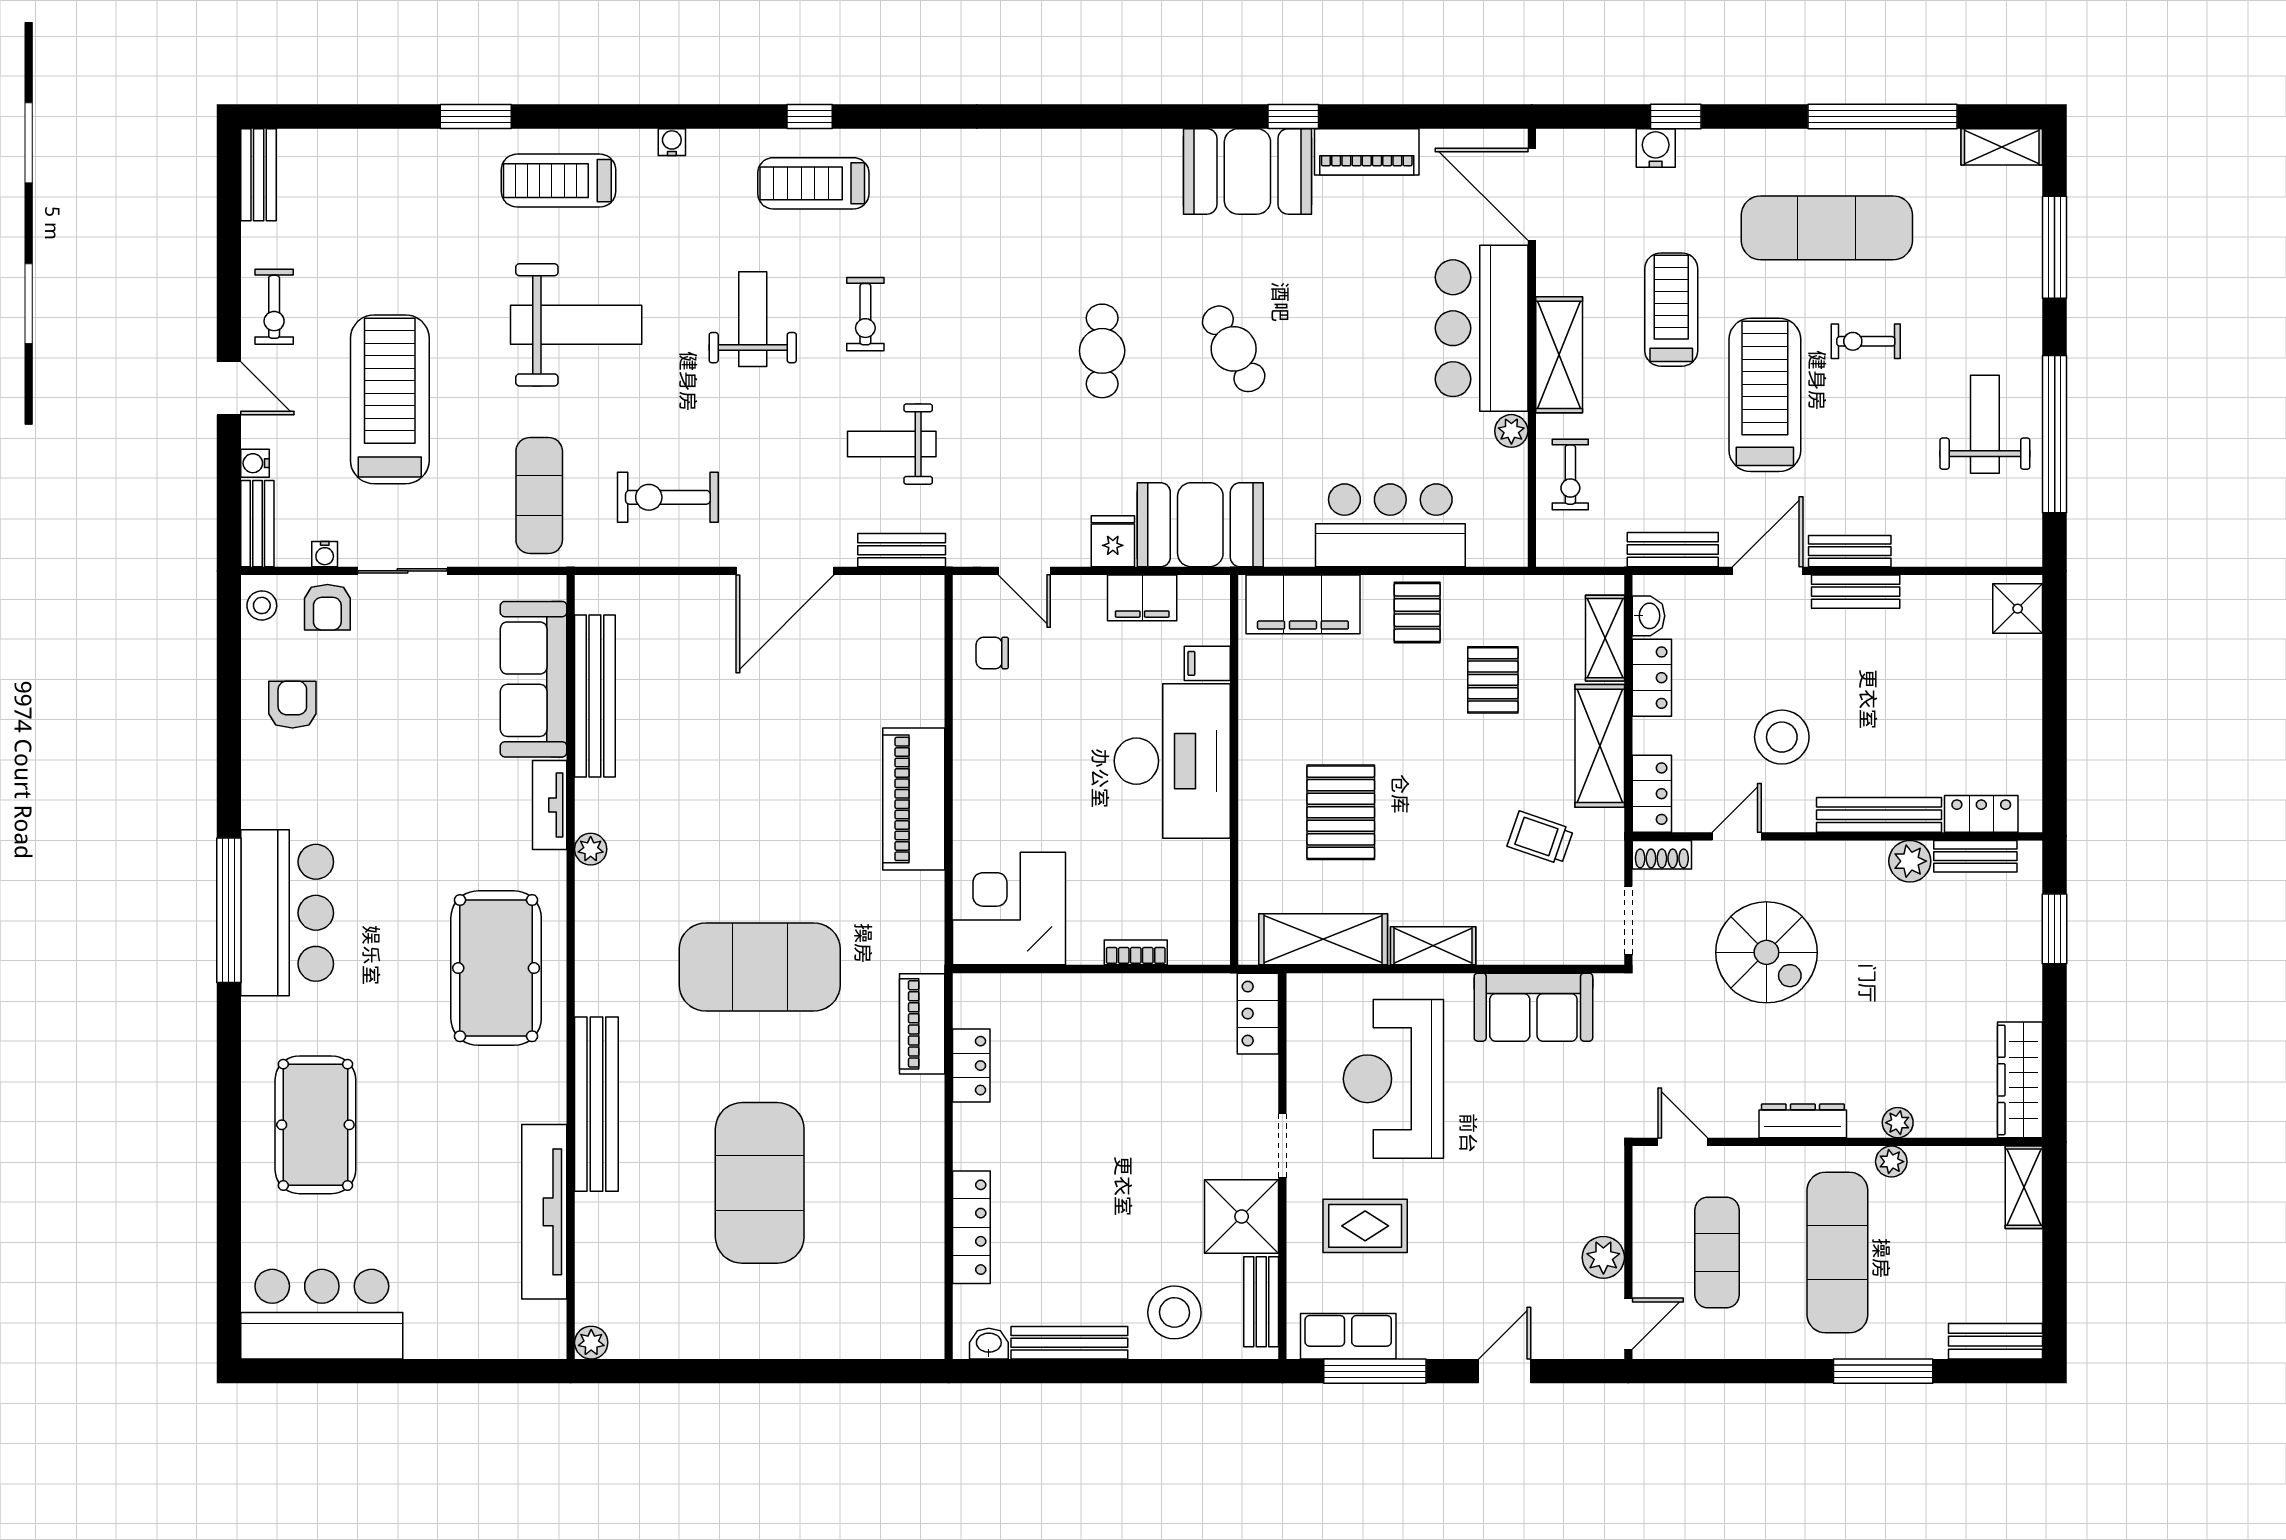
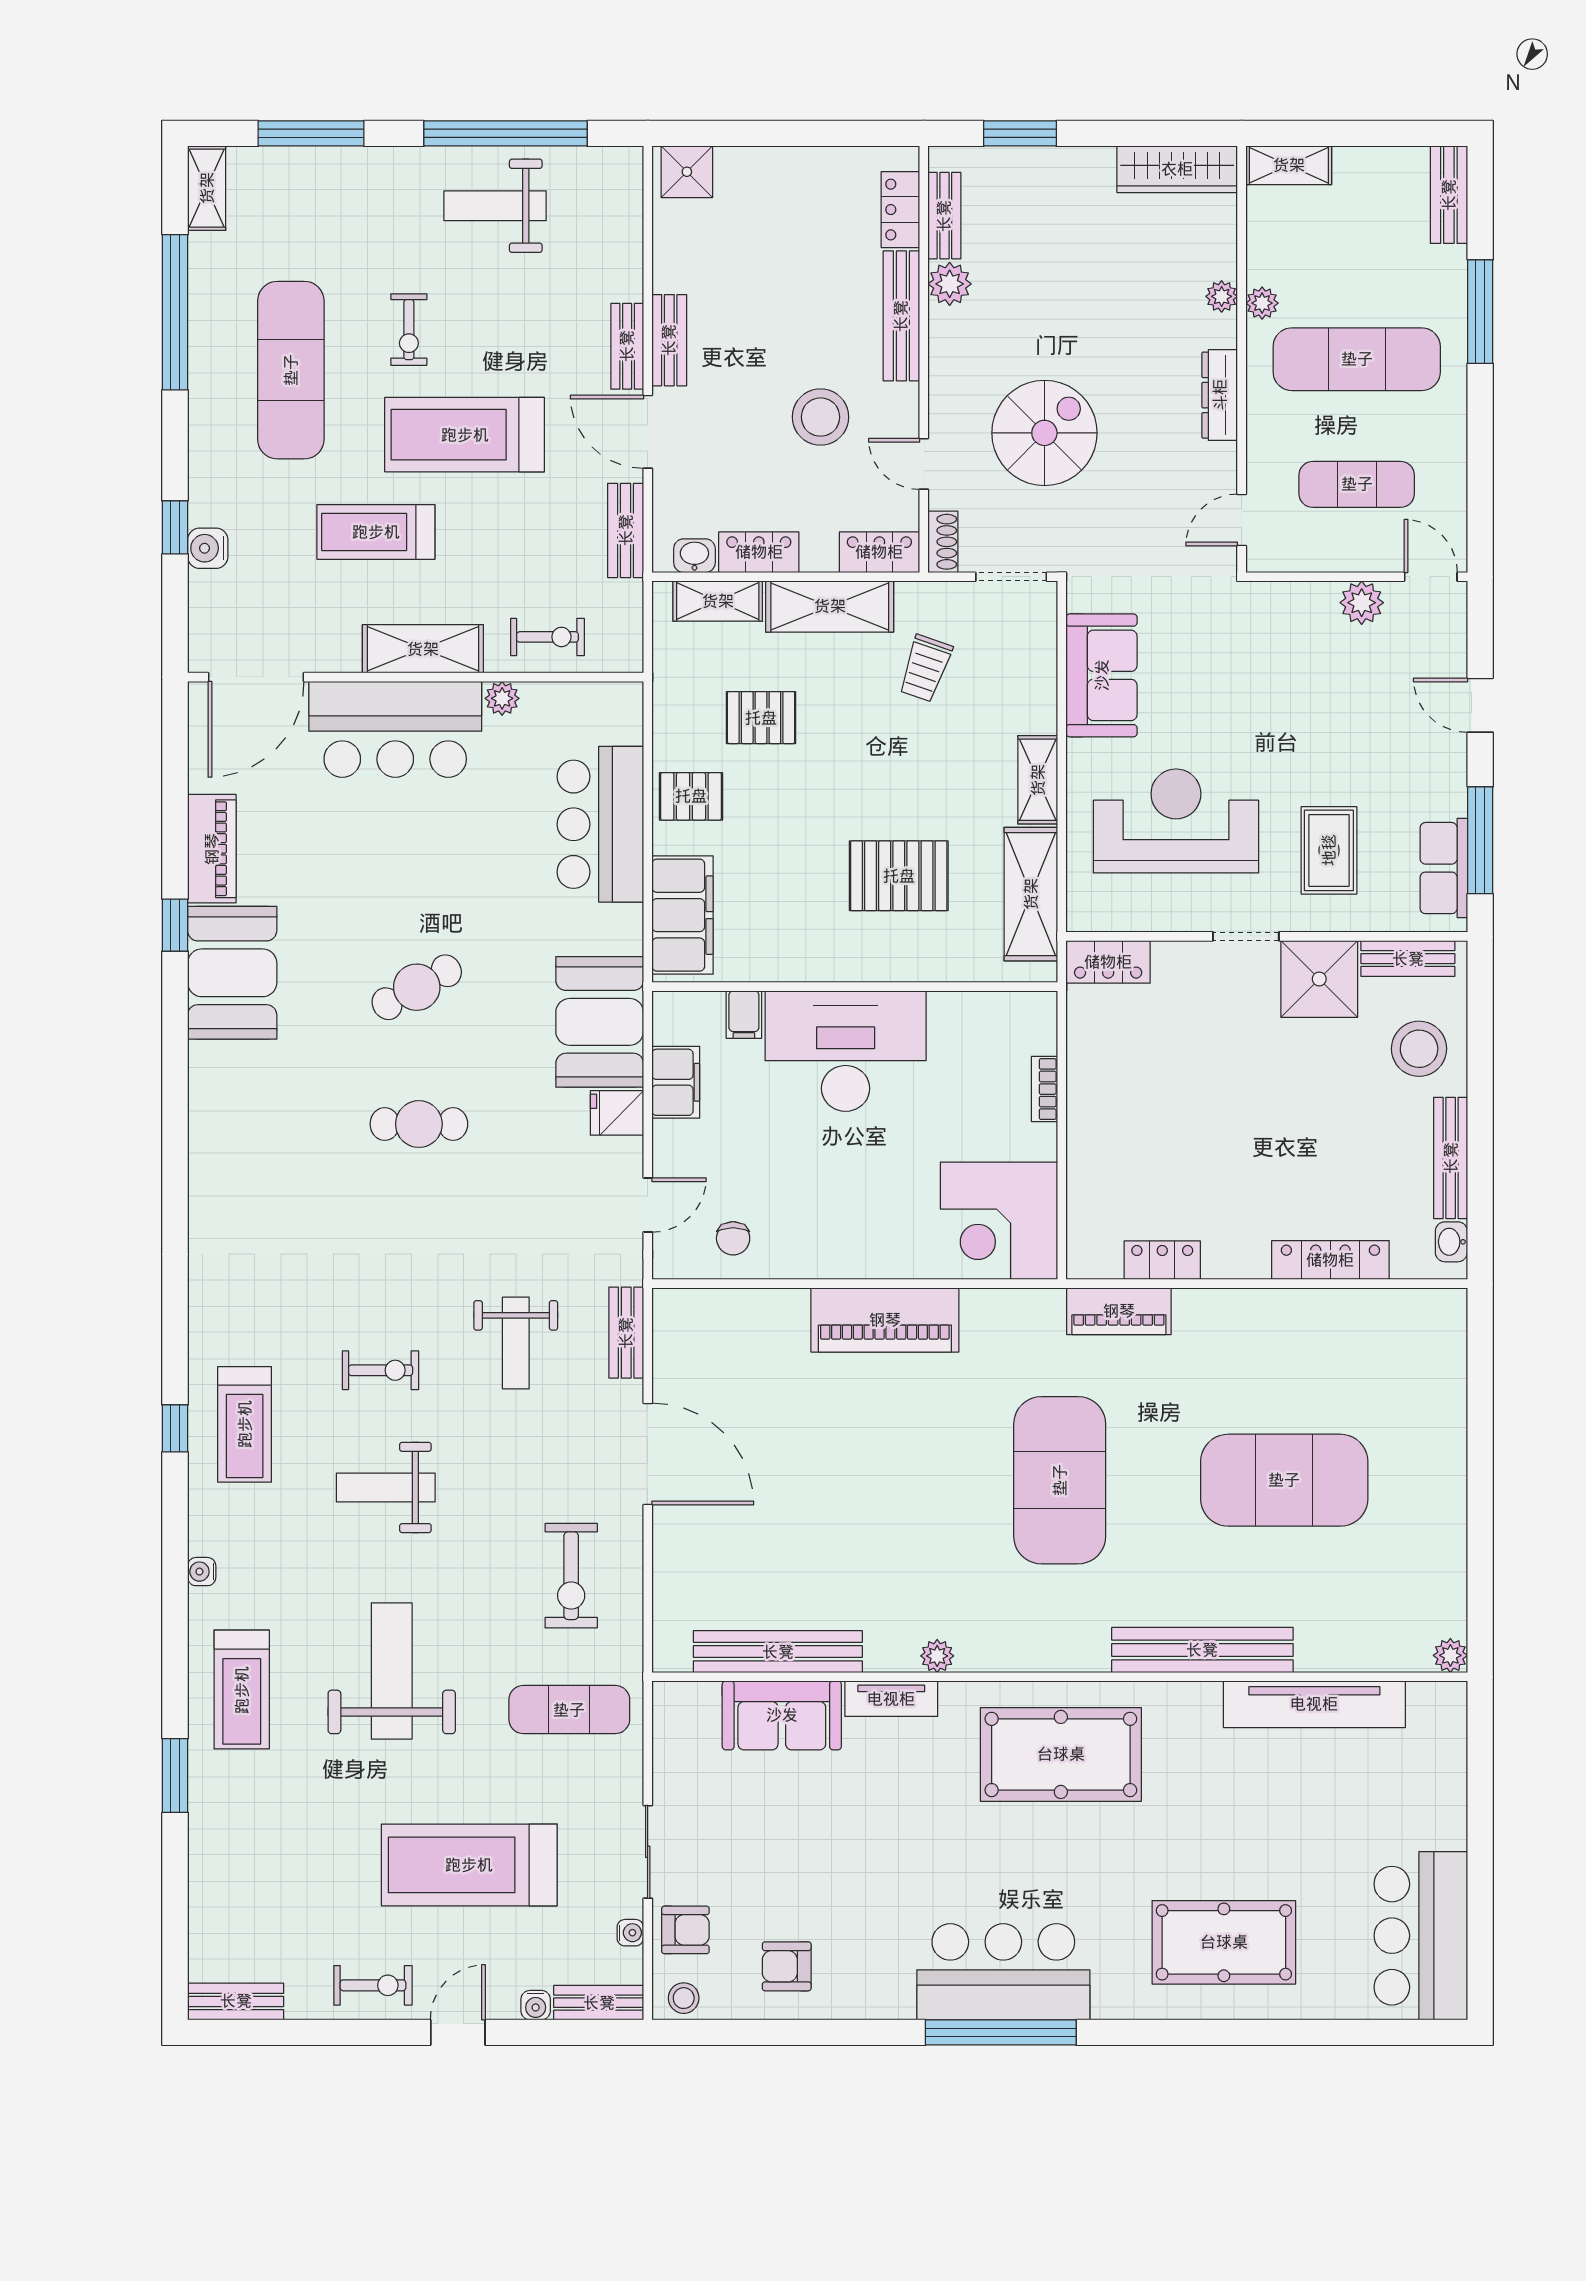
sofa: (534, 679) -> (782, 1715), width x0.73
reception desk: (1393, 1079) -> (1176, 821), turned 180

